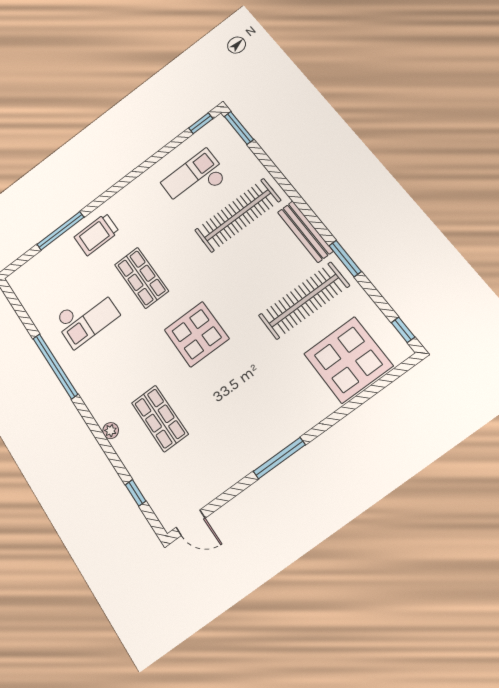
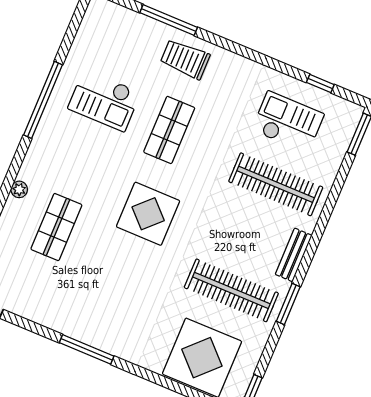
window: (201, 123) -> (320, 83), moved
bench: (305, 232) -> (294, 255), width x0.73

